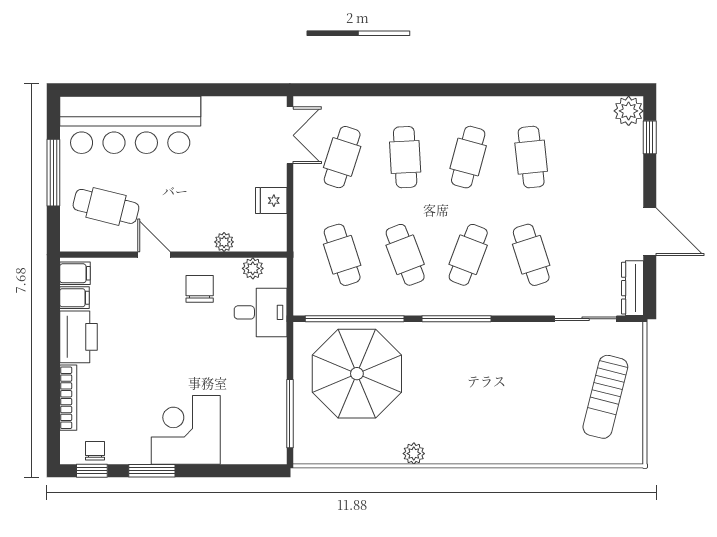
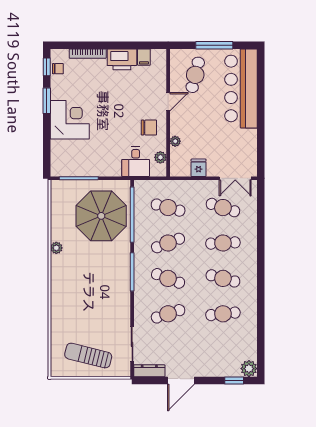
cafe table: (342, 255) -> (168, 208), turned 33
filing cabinet: (75, 273) -> (158, 57), removed

